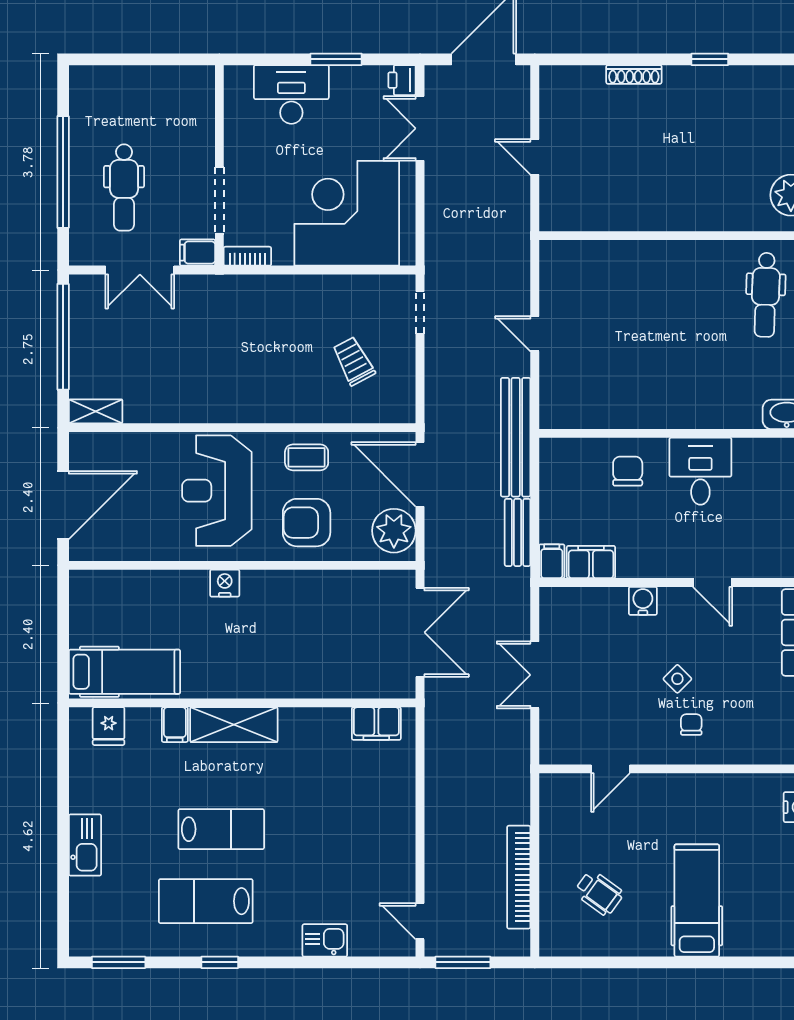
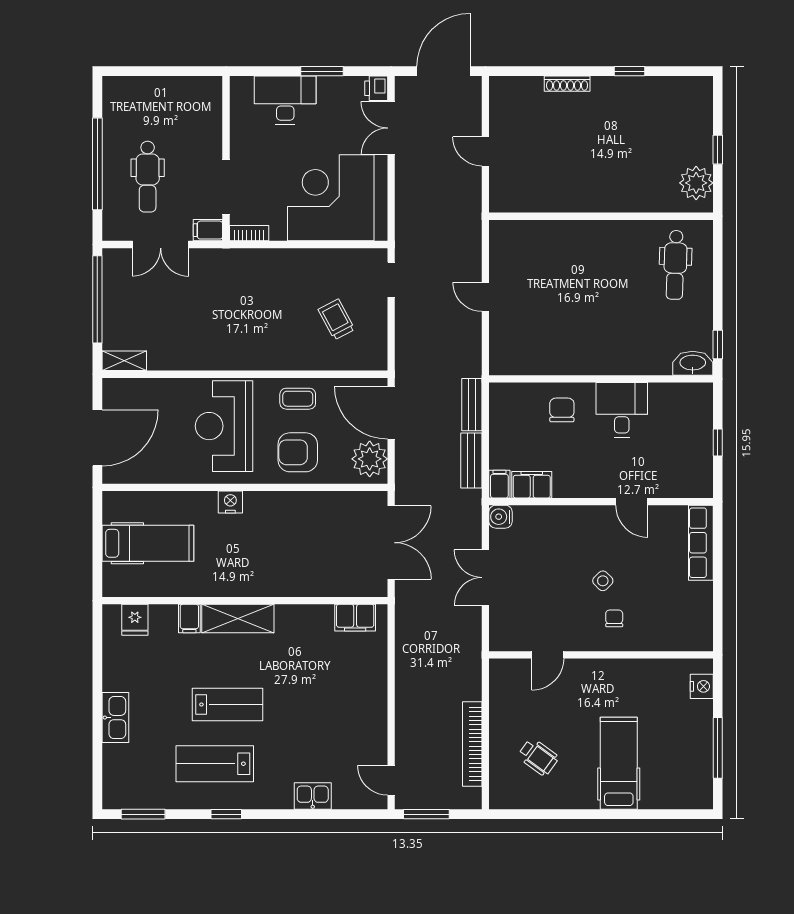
bench: (516, 437) -> (472, 405), width x0.54, depth x0.82
water cooler: (643, 601) -> (501, 517), moved, turned -90
hospital bed: (124, 672) -> (148, 543), moved

